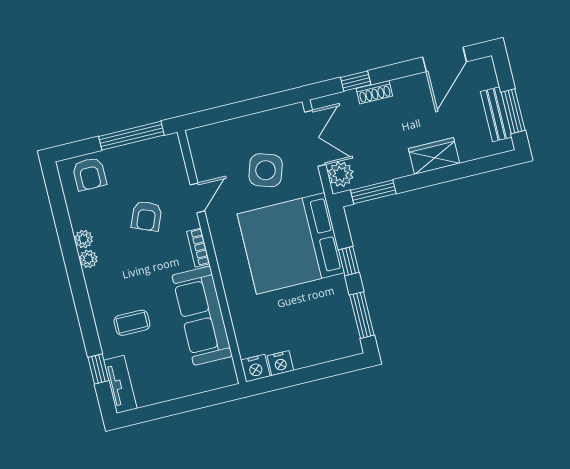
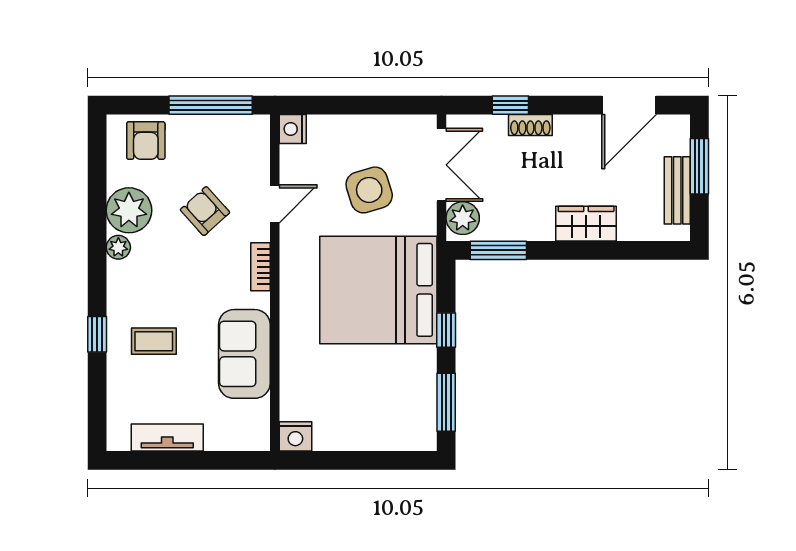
window: (513, 111) -> (699, 166), moved
side table: (266, 170) -> (369, 190), turned -35
armchair: (147, 216) -> (205, 211), turned 116
plant: (84, 239) -> (129, 210), width x1.88, depth x1.88
sofa: (202, 316) -> (244, 354), width x0.73
nightstand: (280, 363) -> (293, 129), moved, turned 90
window: (98, 369) -> (97, 334), moved
tv unit: (120, 384) -> (167, 437), moved, turned -90

